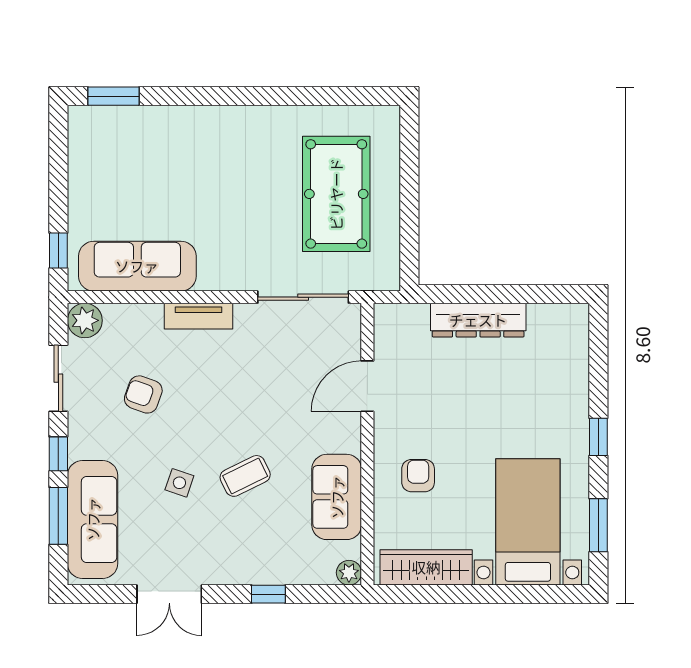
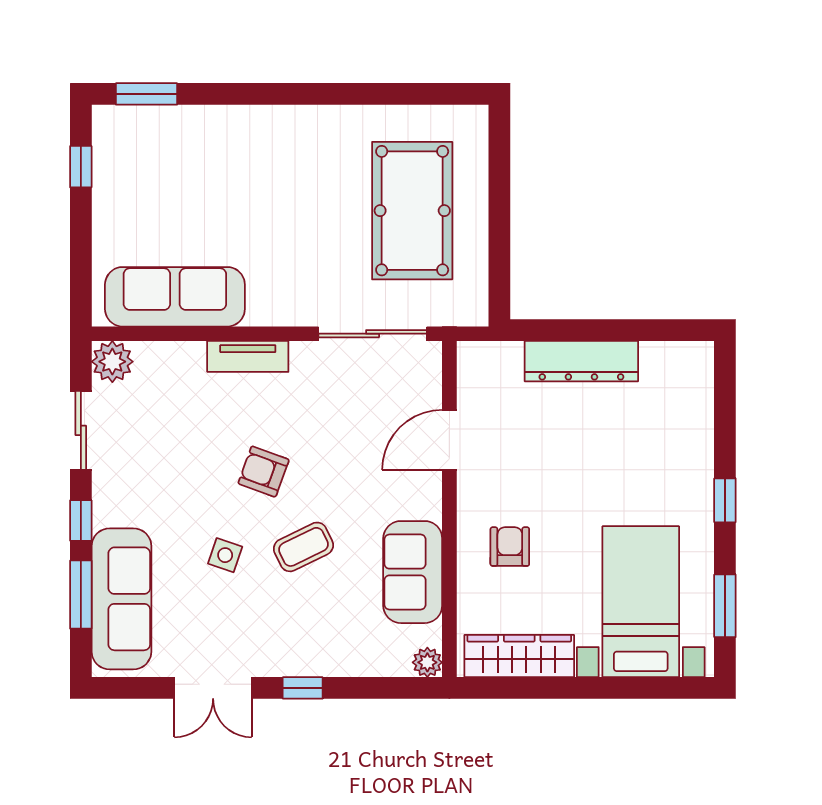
window: (58, 250) -> (81, 167), moved
armchair: (143, 394) -> (264, 472), moved
window: (268, 594) -> (303, 688), moved

